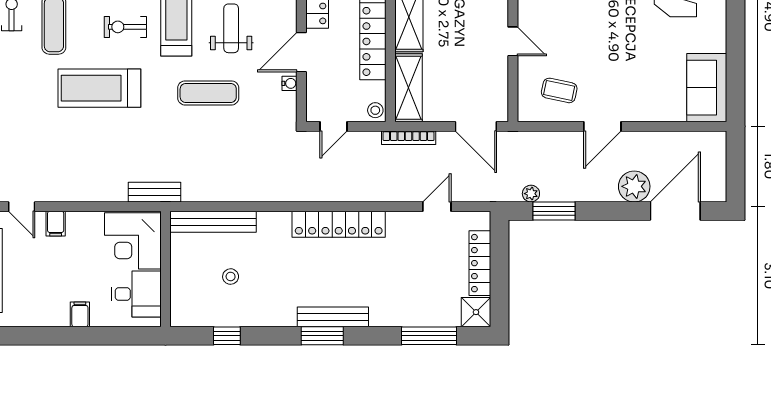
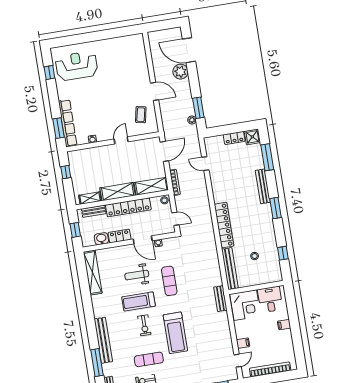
sofa: (707, 88) -> (128, 45), removed
locker: (339, 224) -> (224, 225), moved
locker: (480, 263) -> (234, 138), width x0.66
bench: (333, 317) -> (263, 186), moved

